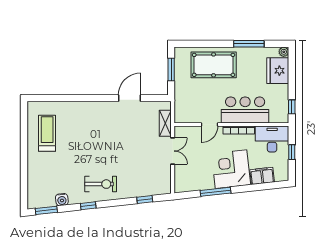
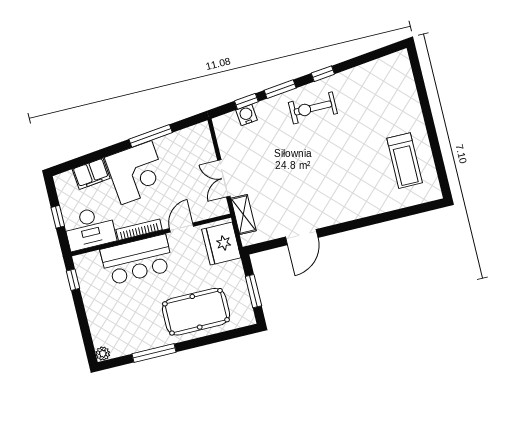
fridge: (278, 71) -> (221, 244), moved, turned 180
water cooler: (62, 200) -> (246, 115), moved
window: (46, 210) -> (280, 89), moved

